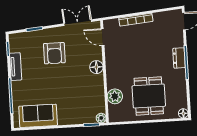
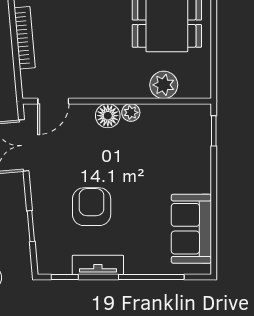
armchair: (54, 53) -> (92, 207), moved, turned -90
plant: (101, 118) -> (131, 112), moved

